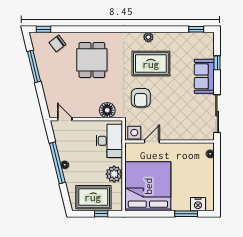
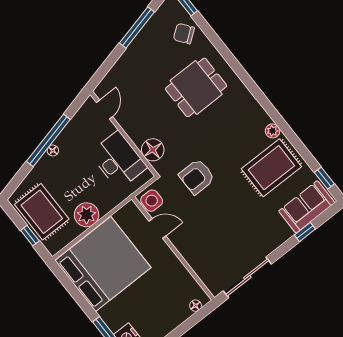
rug: (151, 64) -> (271, 168), moved, turned 90
sofa: (204, 76) -> (307, 207), moved
desk: (109, 141) -> (118, 160), moved, turned -90

